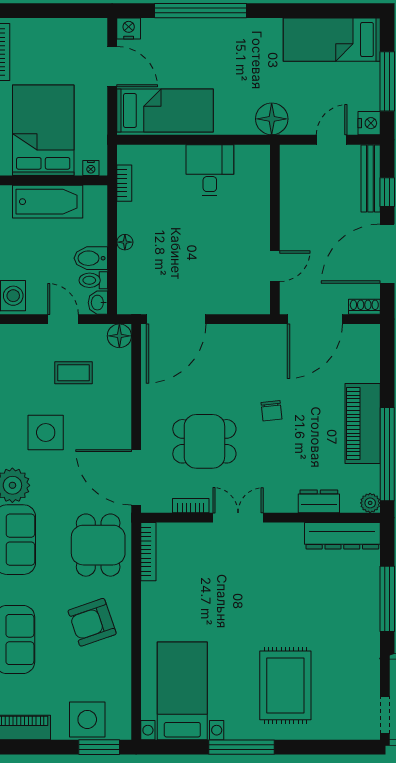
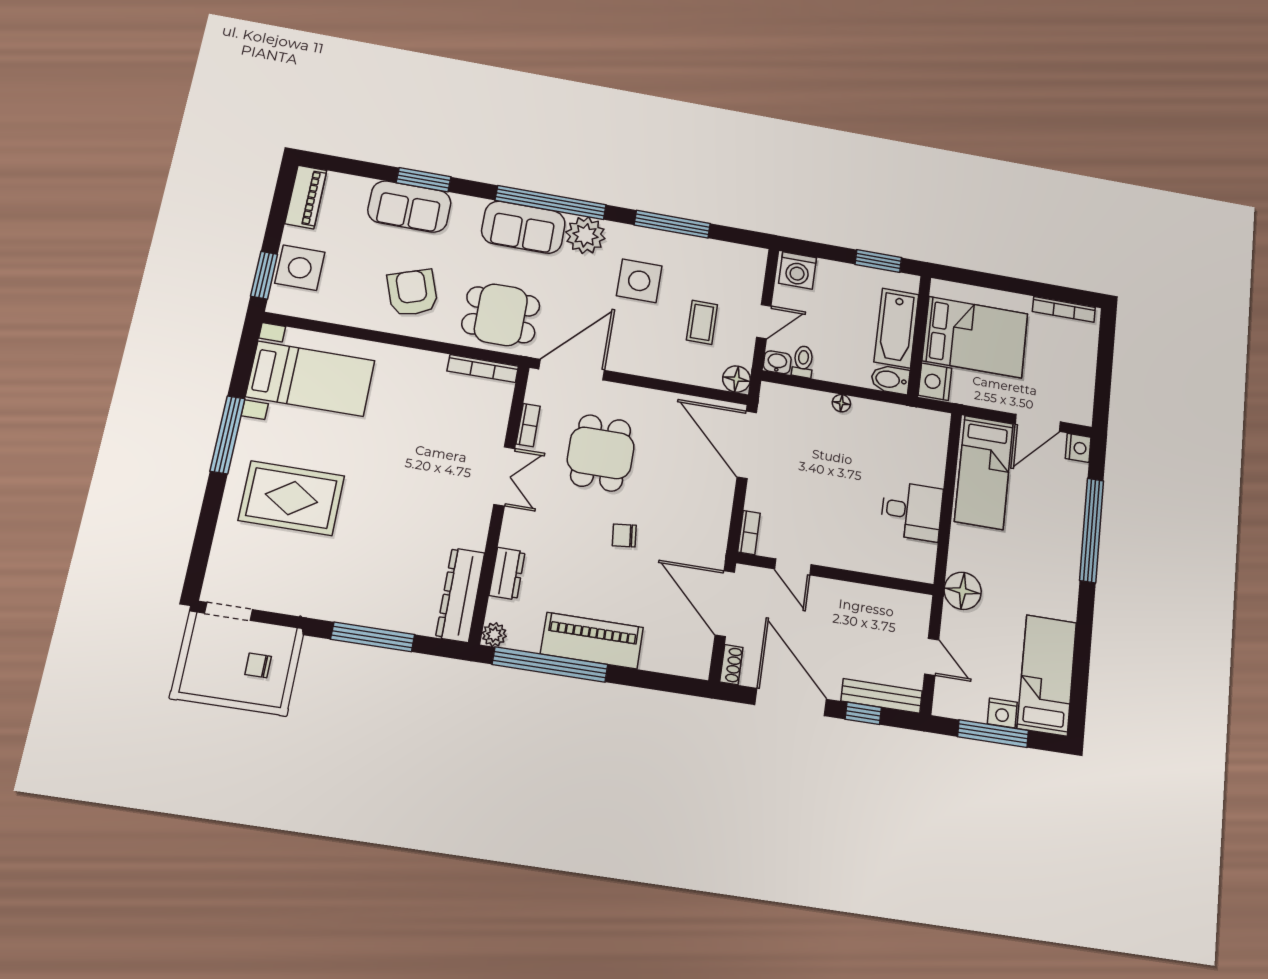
nightstand: (369, 123) -> (1002, 713), moved
nightstand: (91, 168) -> (935, 382), width x1.89, depth x1.79
bookcase: (124, 183) -> (749, 533), moved, turned -90
bidet: (91, 258) -> (890, 380), moved, turned -90

